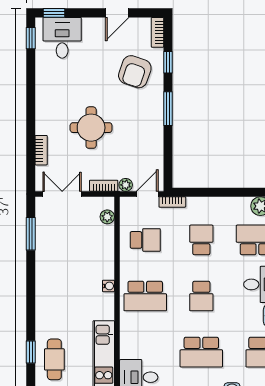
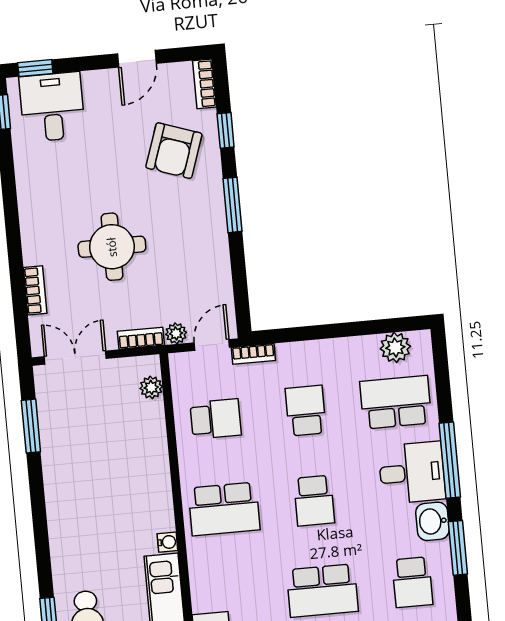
water cooler: (108, 286) -> (167, 542), moved

